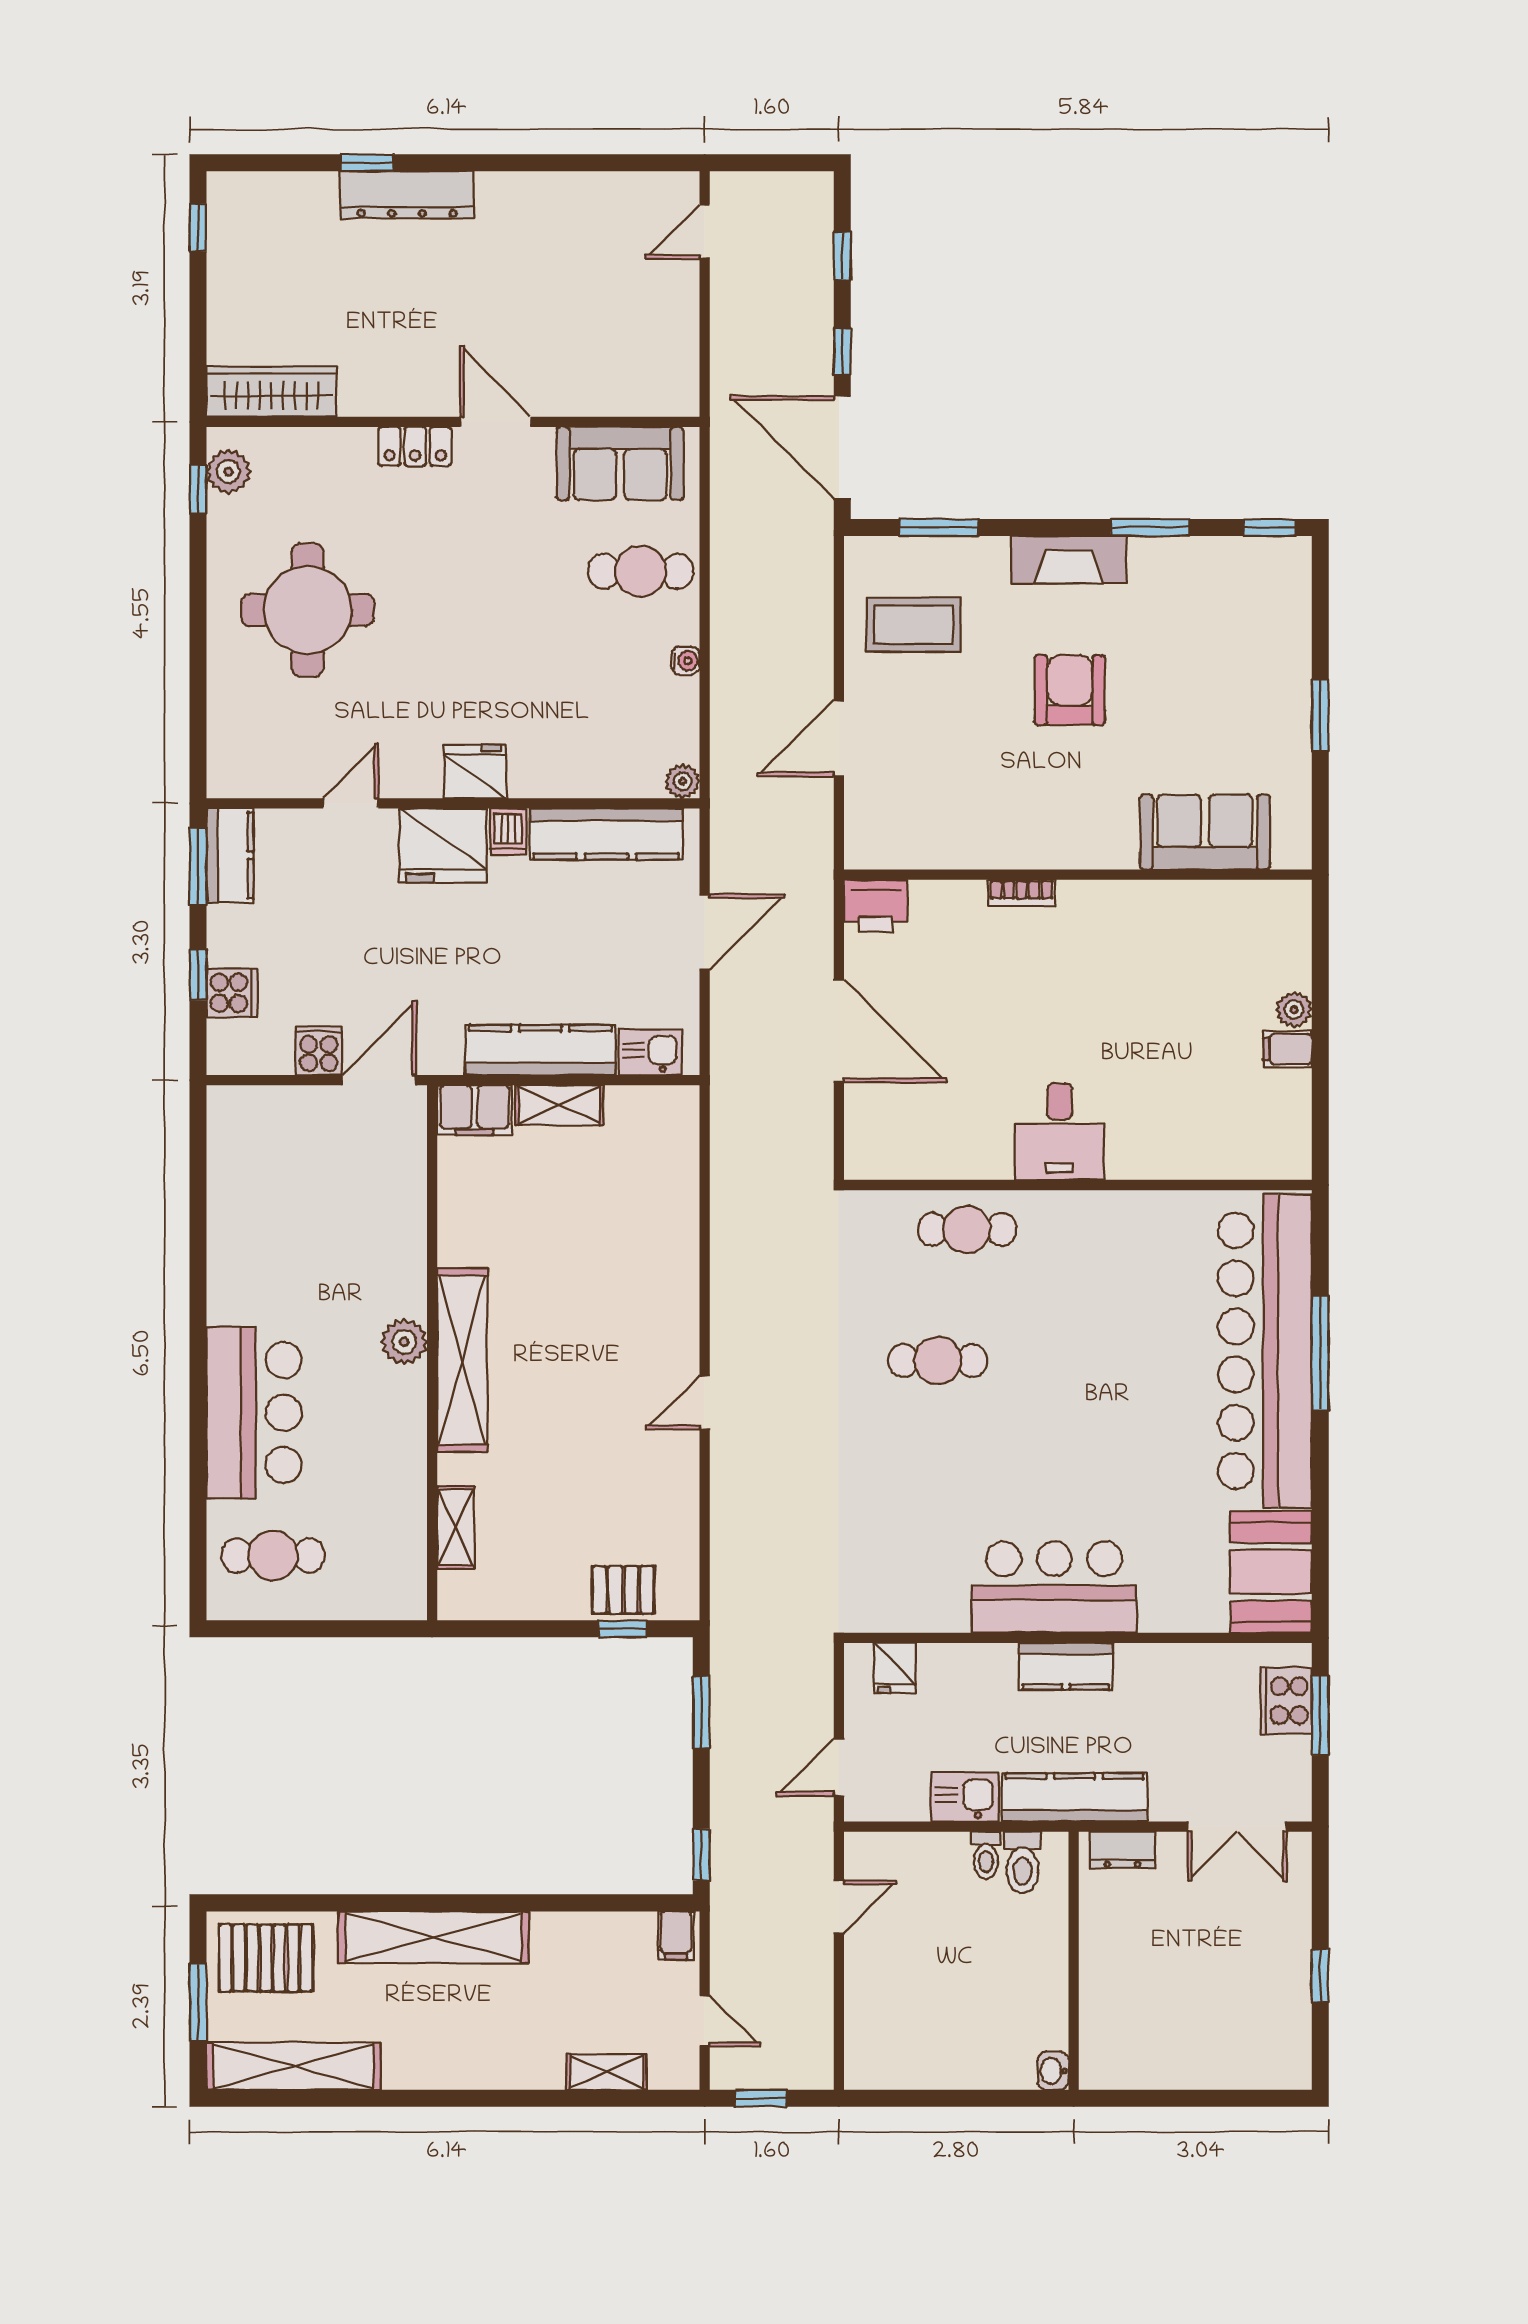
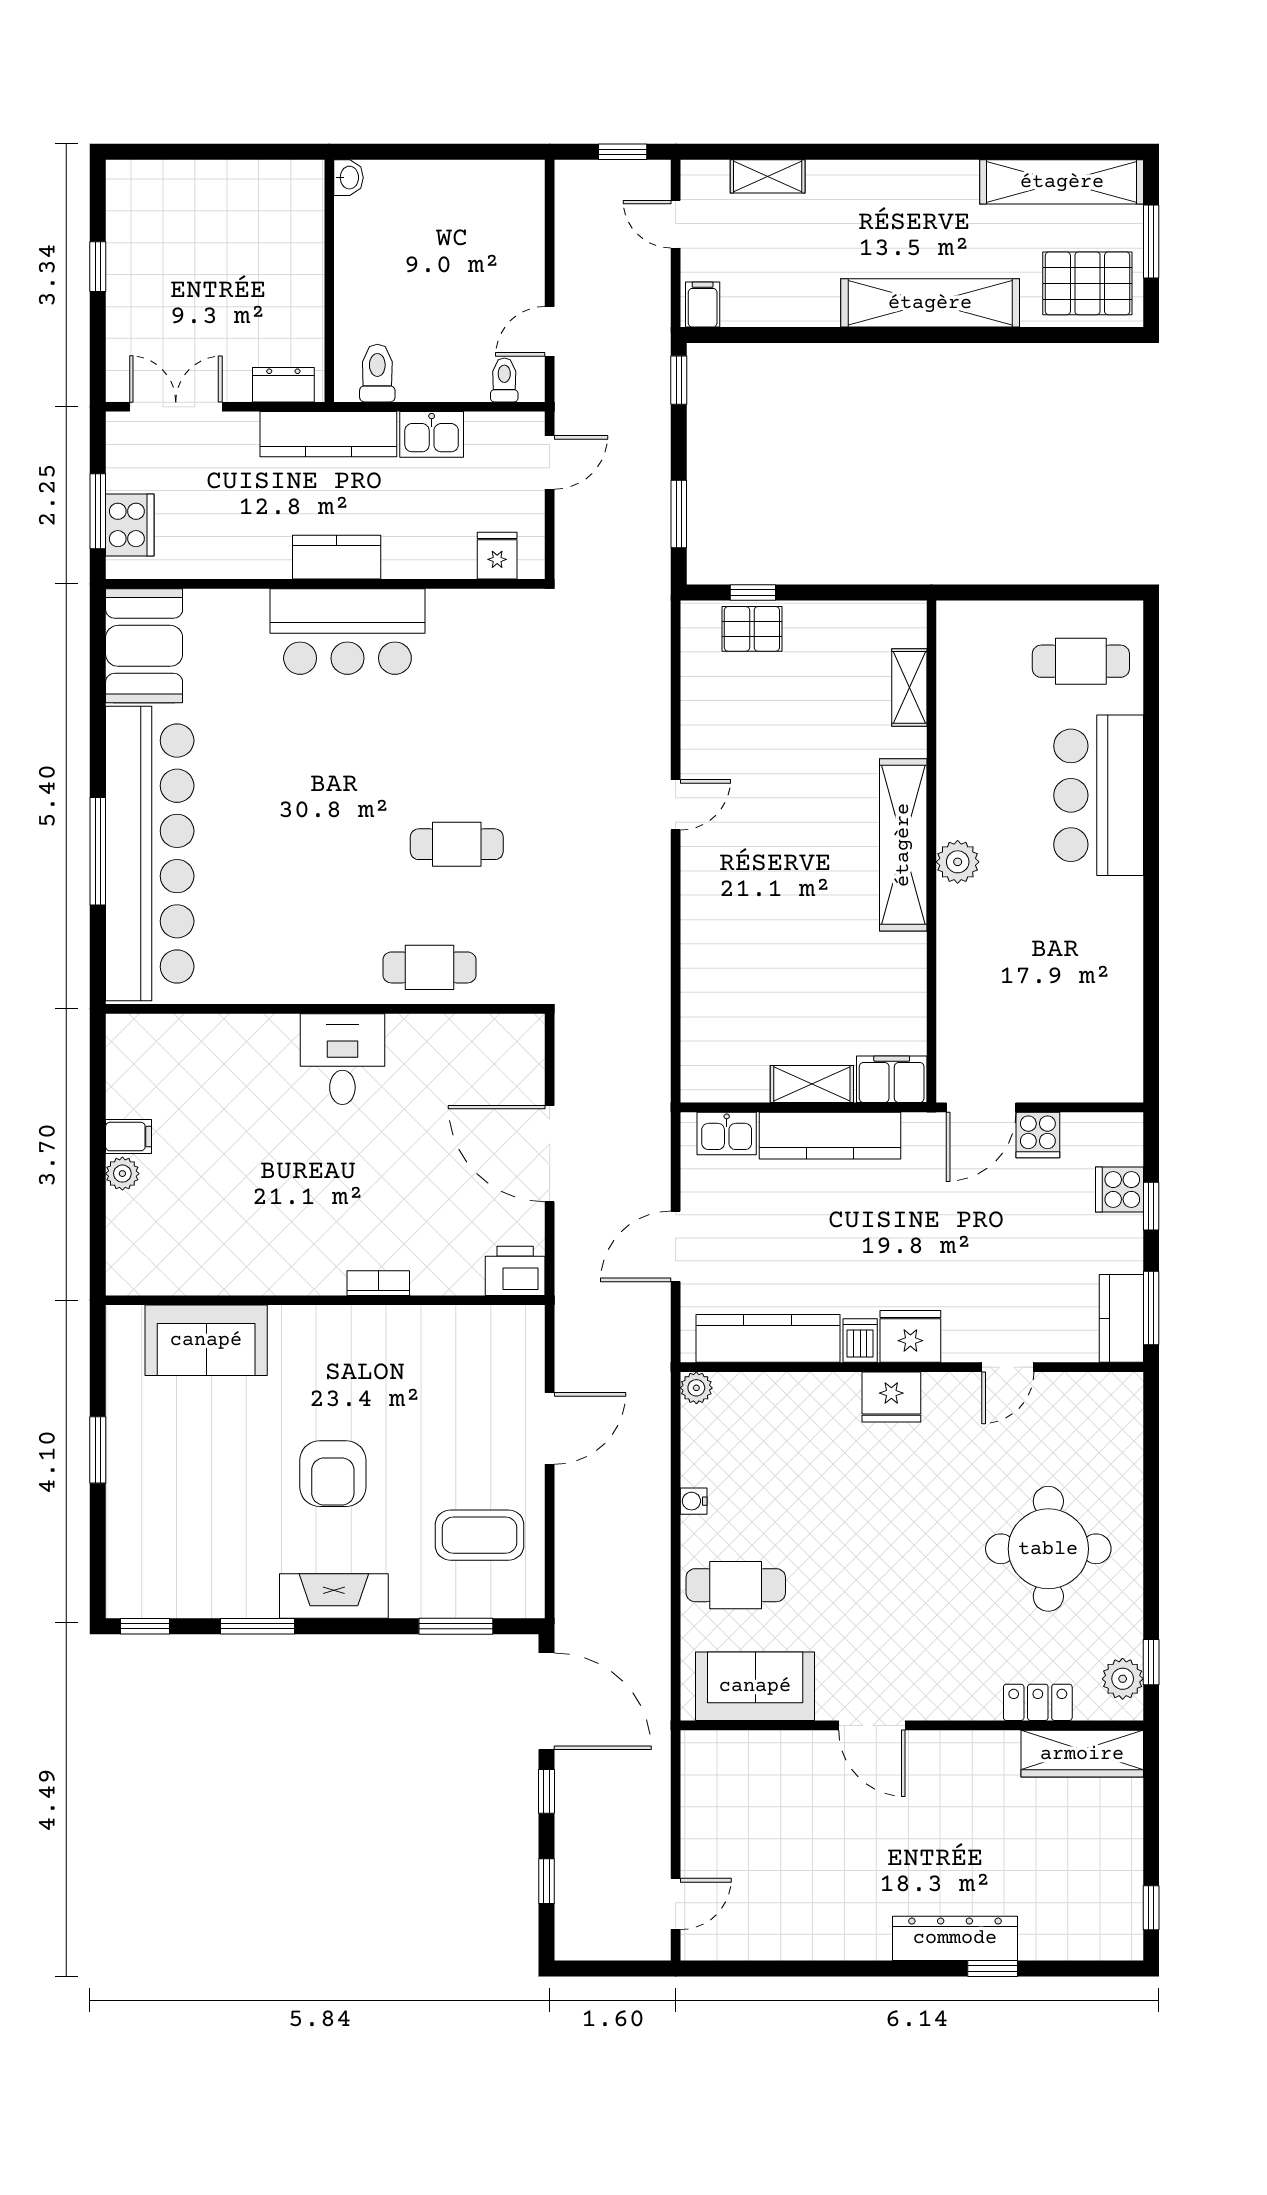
locker: (415, 446) -> (1038, 1702), moved
fridge: (443, 846) -> (910, 1336), width x0.73, depth x0.75
toilet: (986, 1855) -> (504, 380), moved

